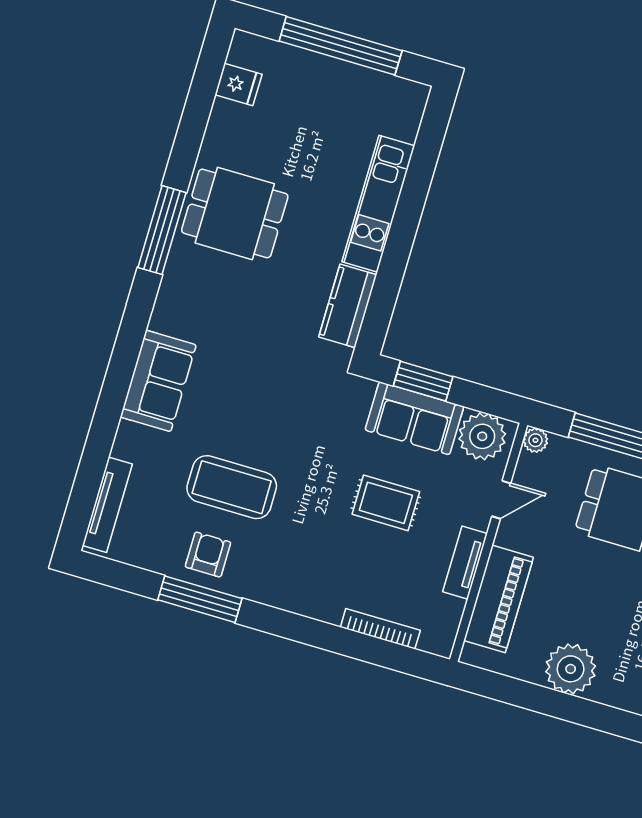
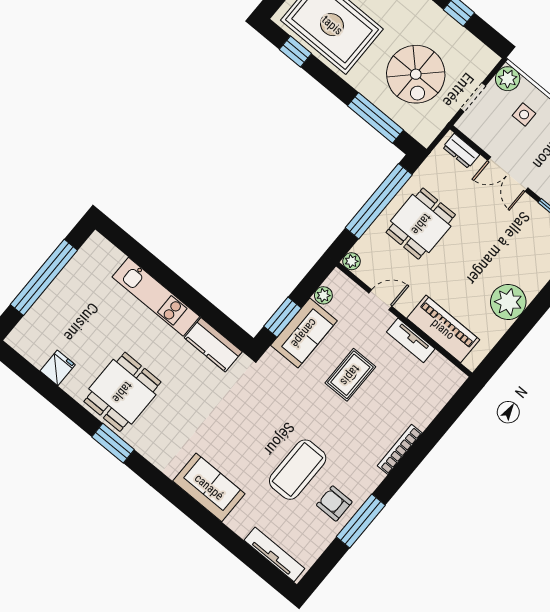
fridge: (238, 85) -> (58, 368), moved
window: (162, 230) -> (113, 443), width x0.69
plant: (482, 436) -> (323, 295), width x0.53, depth x0.53
door: (501, 500) -> (380, 300), hinge flipped
bookcase: (380, 629) -> (400, 449), moved

